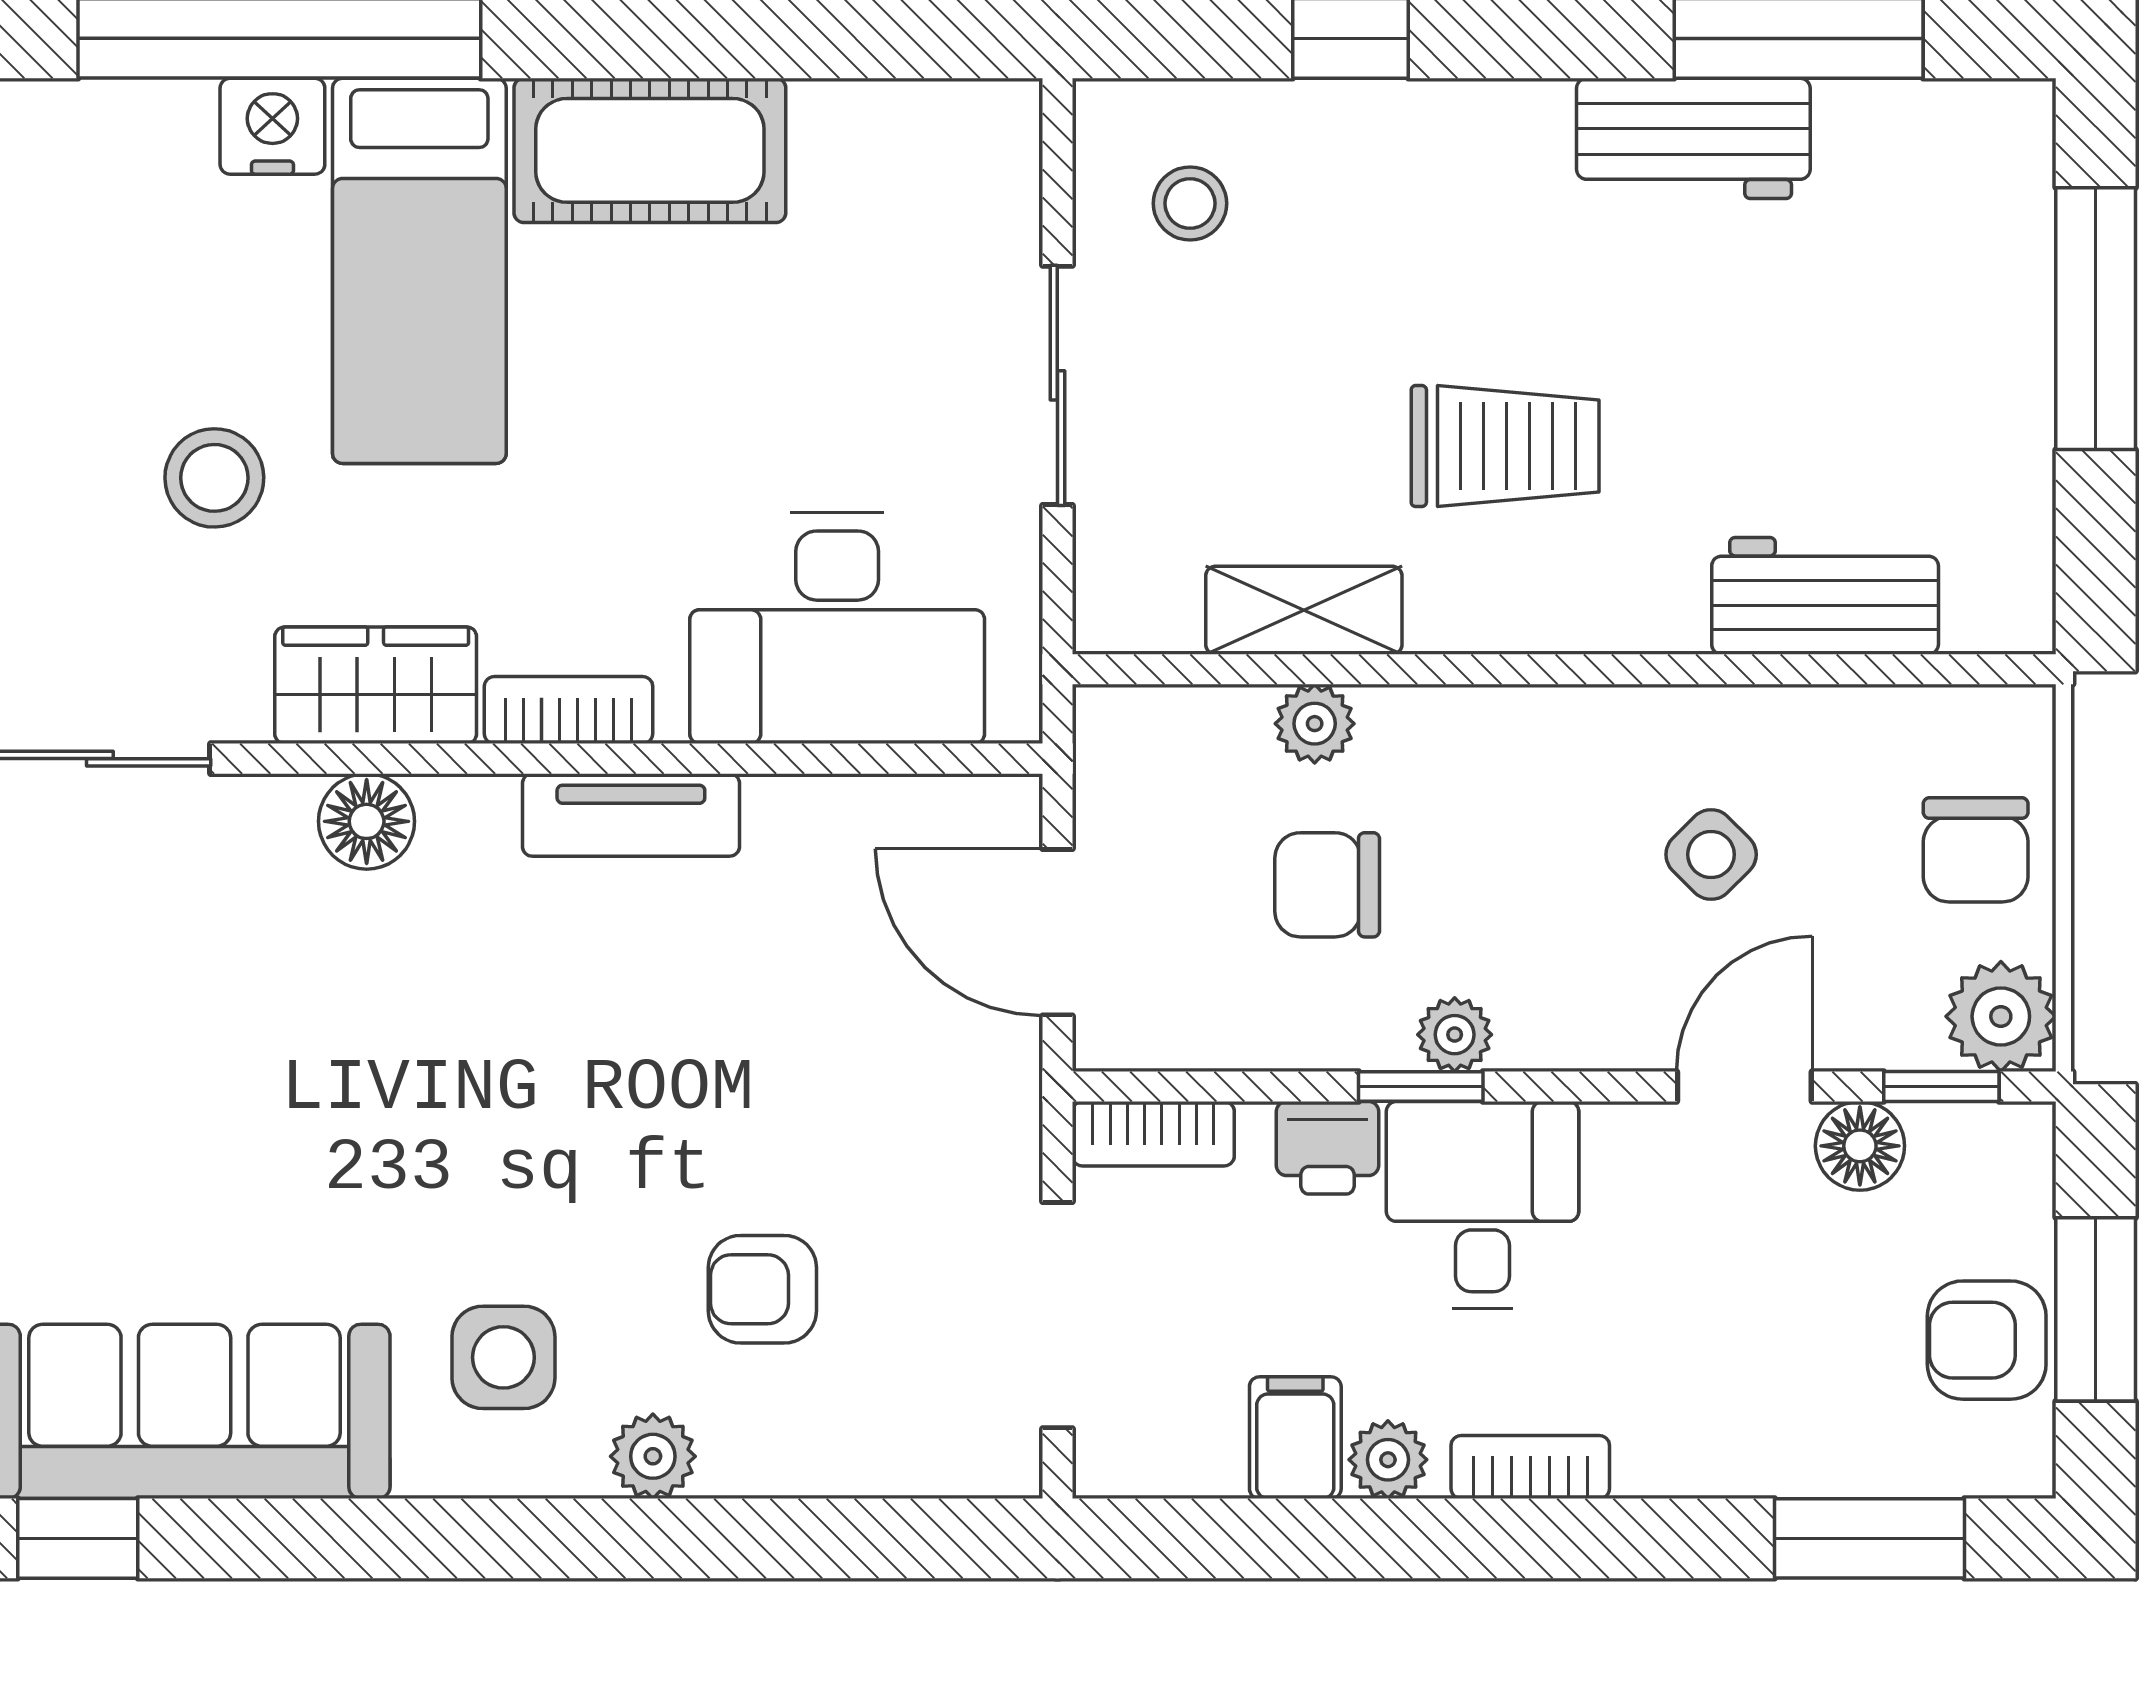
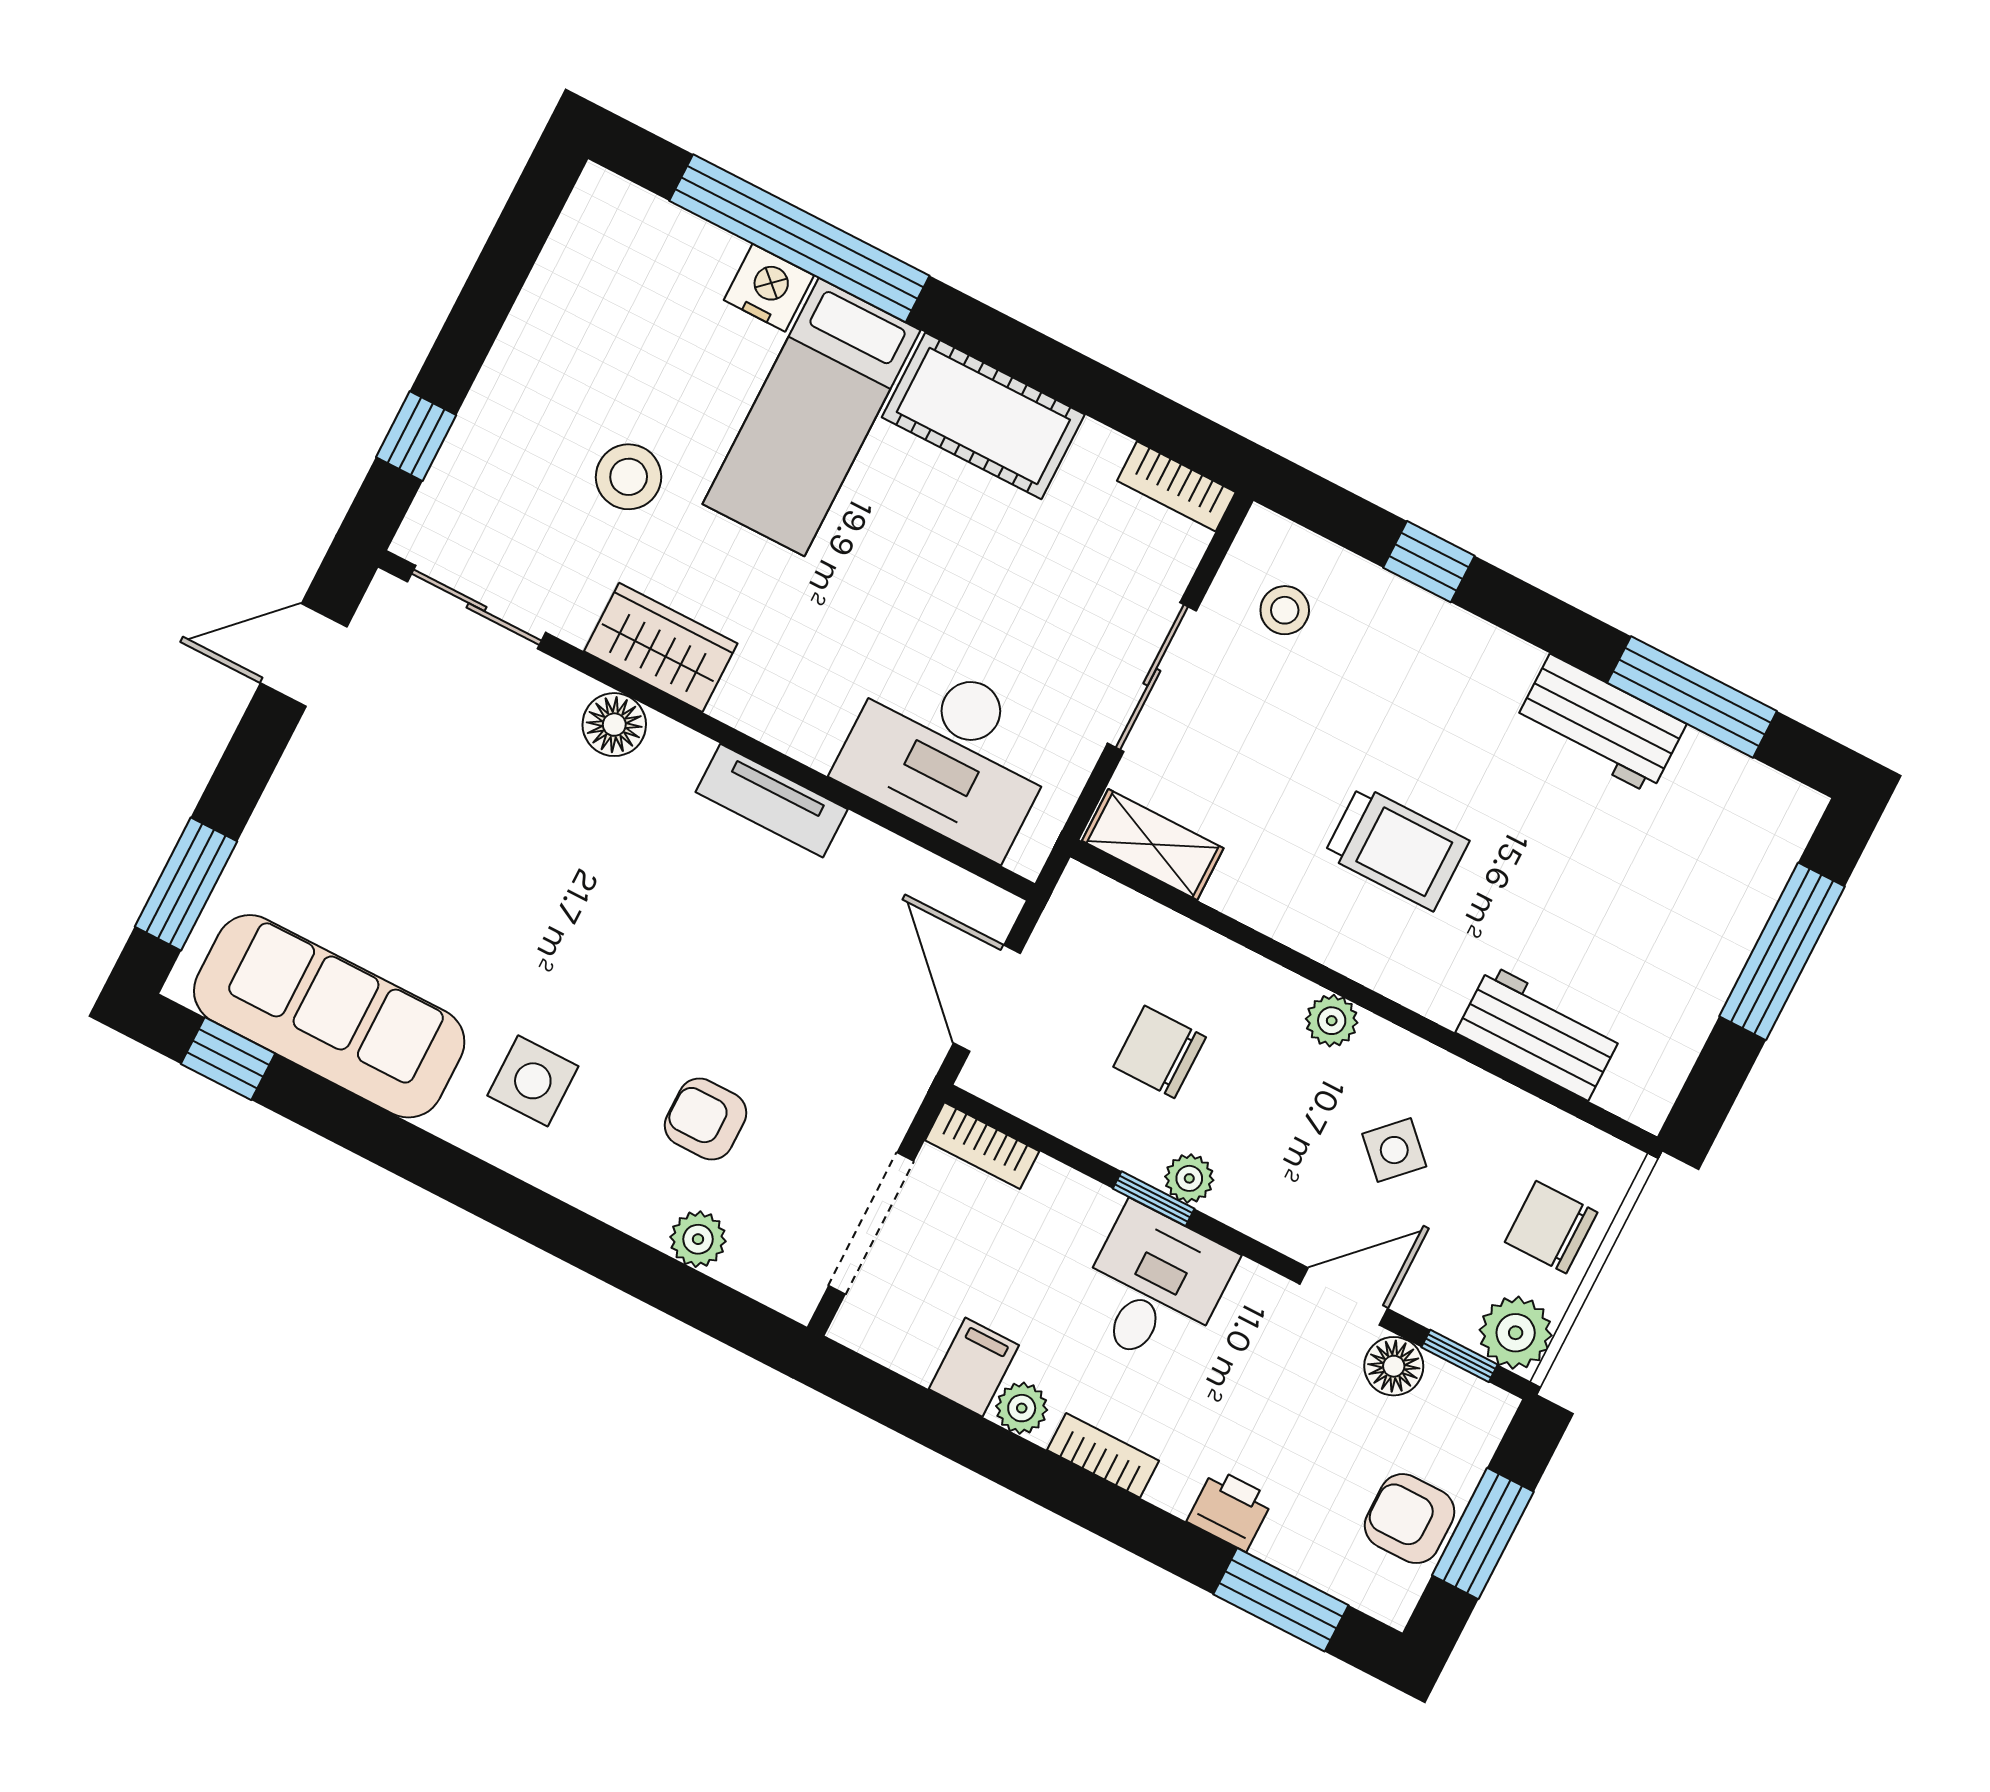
shelving: (1304, 610) -> (1153, 844), moved
bookcase: (569, 710) -> (1176, 486), moved, turned 180
plant: (1315, 724) -> (1332, 1021), moved
chair: (1976, 850) -> (1551, 1227), turned 90
printer: (1327, 1148) -> (1230, 1510), moved, turned 180
plant: (653, 1456) -> (698, 1239), moved

